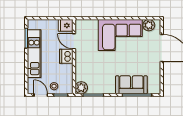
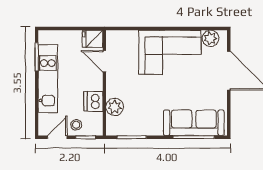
dishwasher: (66, 56) -> (93, 101), moved
sofa: (131, 85) -> (194, 123), width x1.36
plant: (81, 88) -> (115, 107), moved
door: (41, 95) -> (57, 137), hinge flipped

